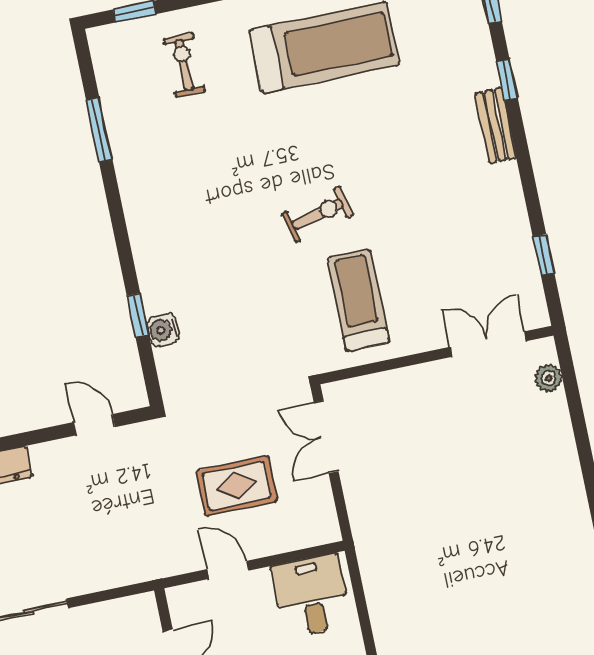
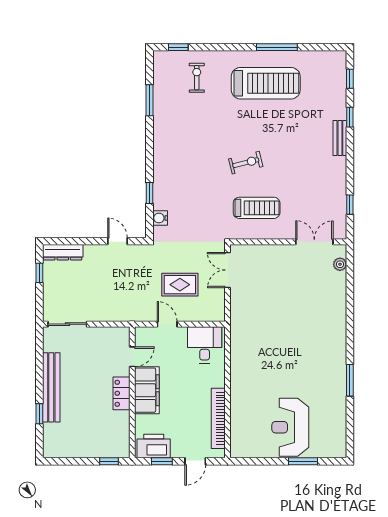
treadmill: (358, 300) -> (257, 208), turned 90
water cooler: (163, 330) -> (160, 218), moved

